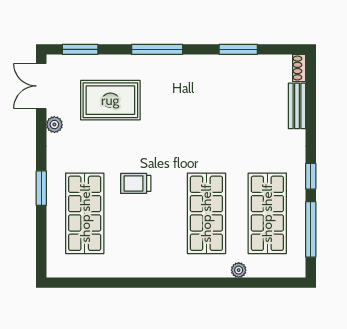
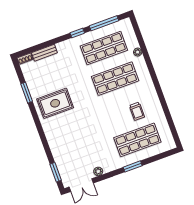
window: (157, 49) -> (42, 133), removed
rug: (110, 100) -> (55, 103), moved, turned 90
trolley: (136, 183) -> (137, 111), moved

